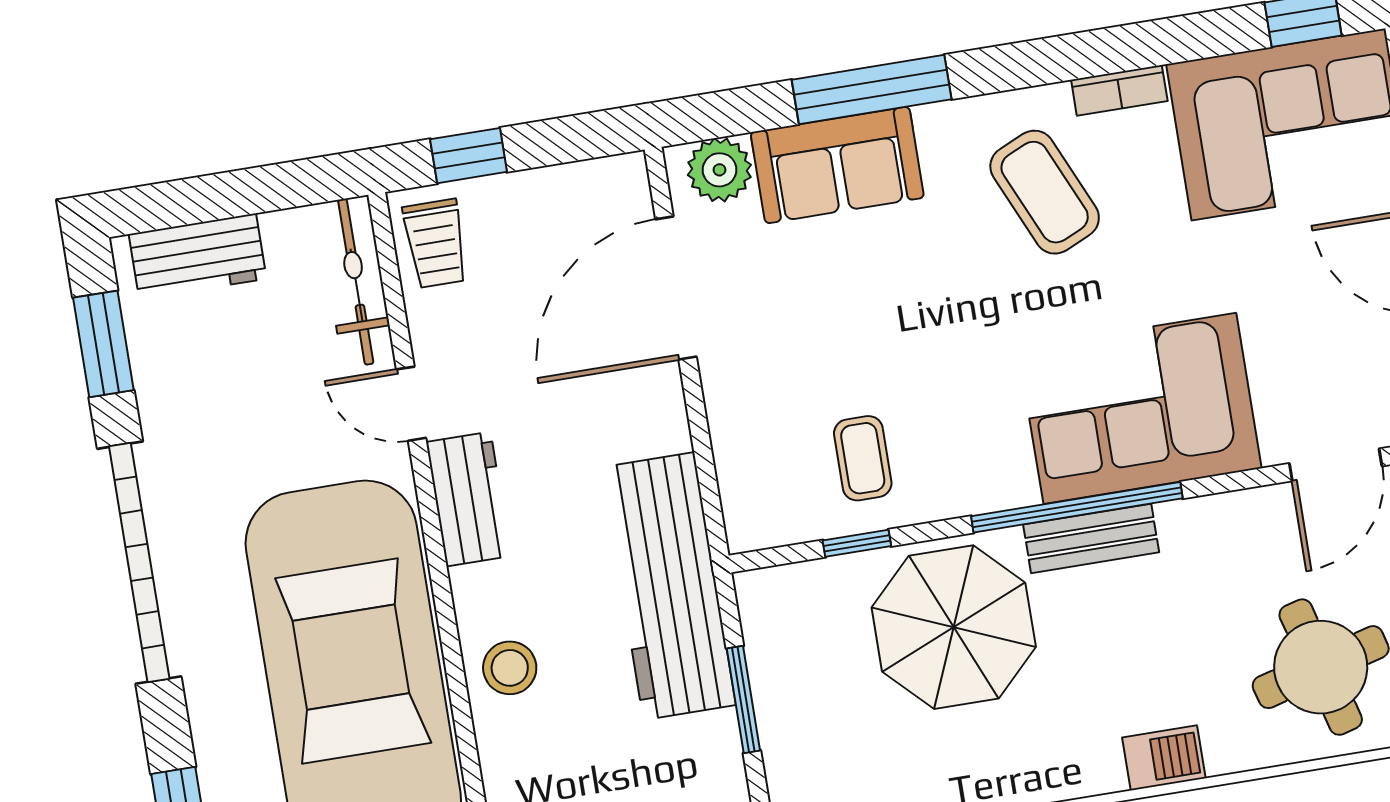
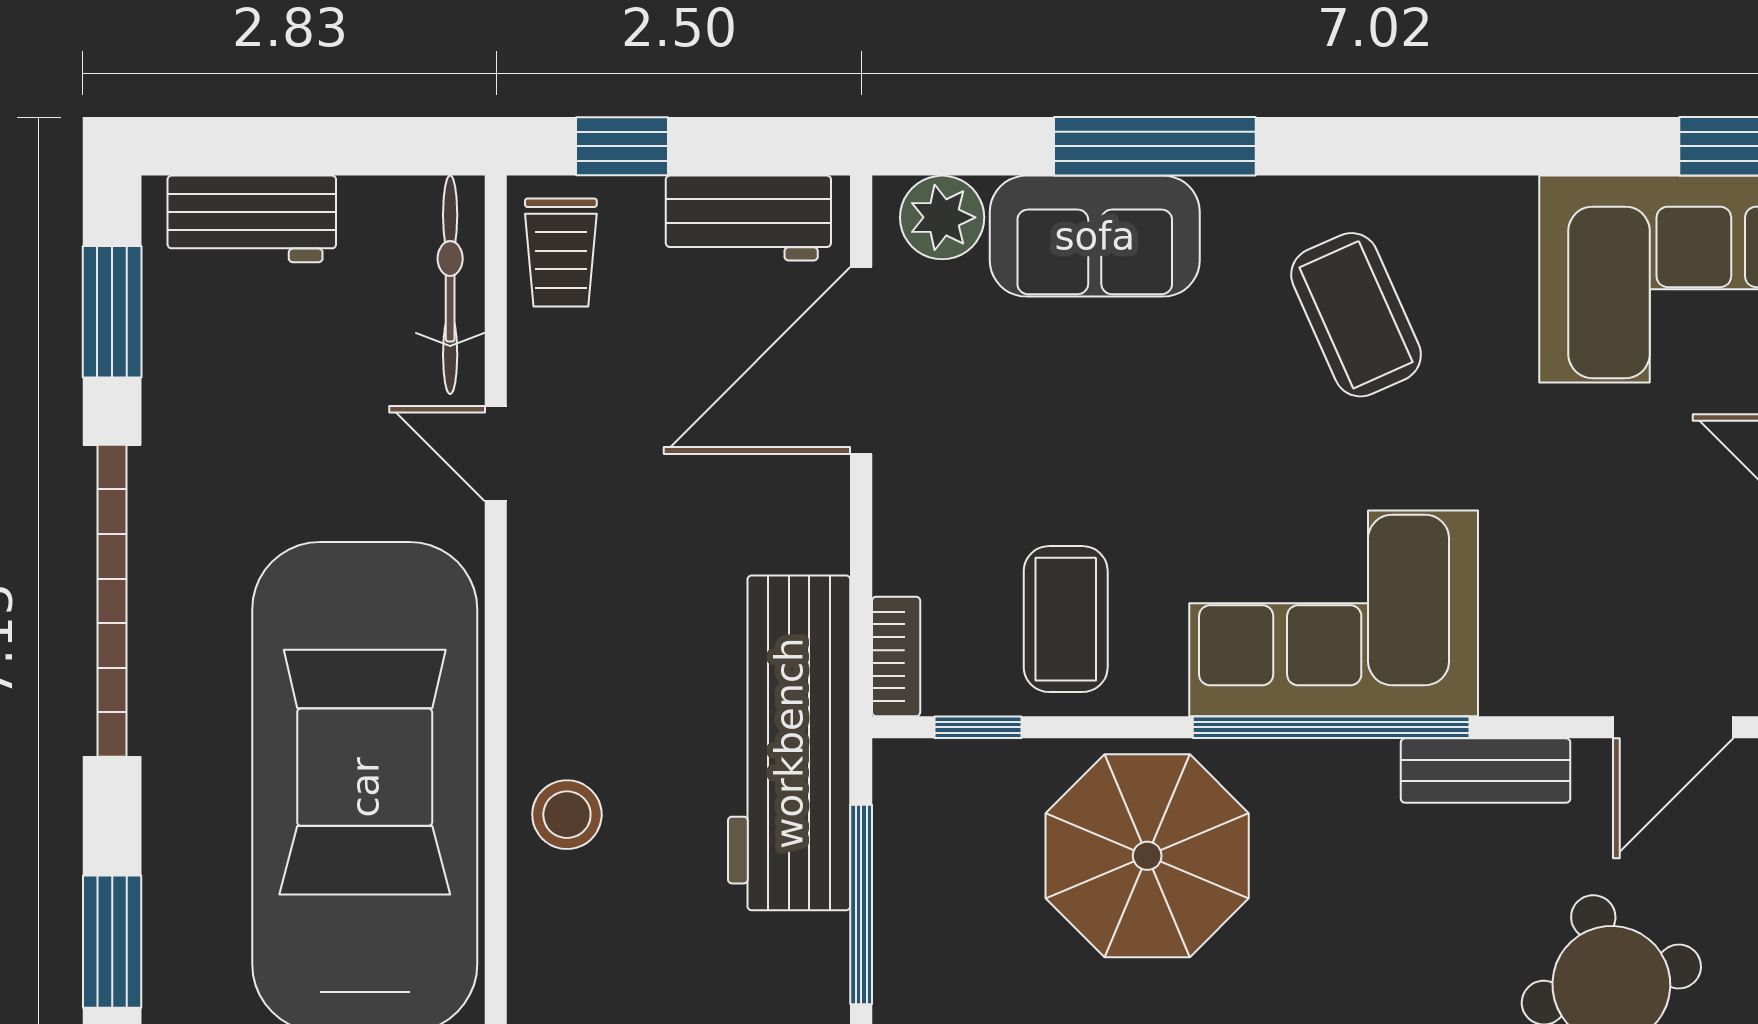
bookcase: (1119, 90) -> (896, 656), moved, turned -90
corner sofa: (1140, 408) -> (1334, 613), moved
coffee table: (863, 458) -> (1066, 619), width x1.36, depth x1.30
workbench: (468, 499) -> (748, 218), moved, turned 90
bench: (1091, 538) -> (1486, 771), moved
window: (857, 543) -> (978, 727), moved
window: (743, 699) -> (861, 905), width x1.44

